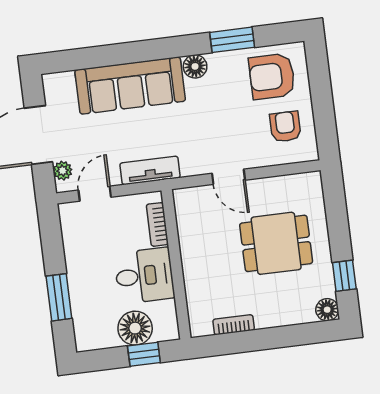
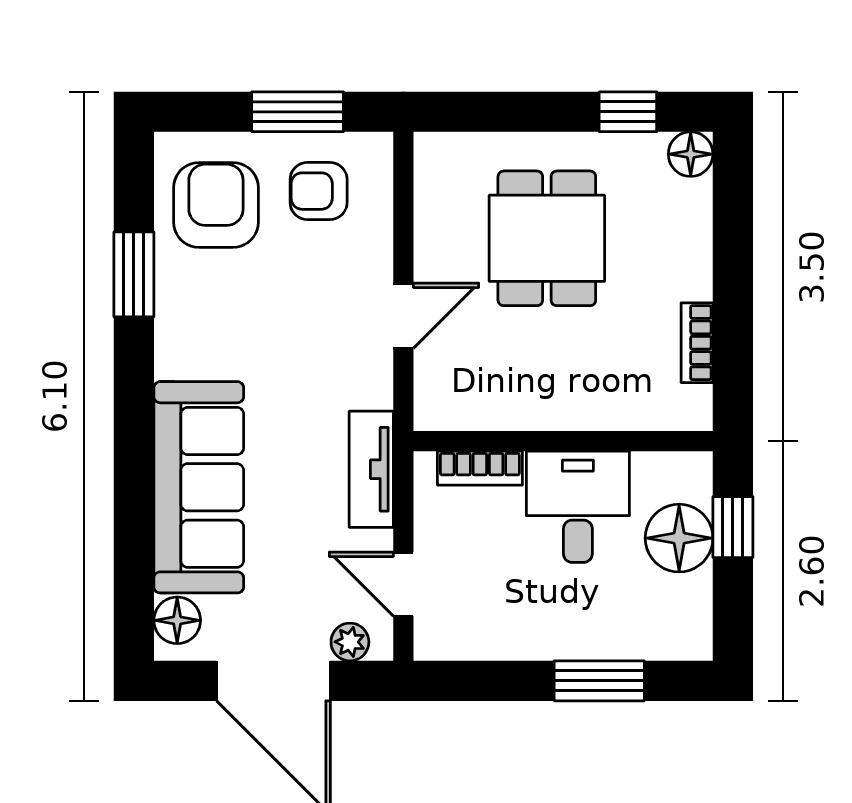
floor lamp: (195, 66) -> (177, 620), moved
armchair: (272, 76) -> (216, 205), turned 180
window: (323, 111) -> (298, 112), added

